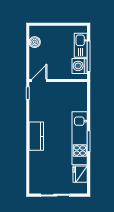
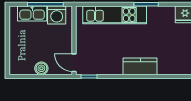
boiler: (35, 42) -> (41, 68), moved
kitchen unit: (80, 138) -> (115, 15), moved

